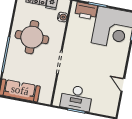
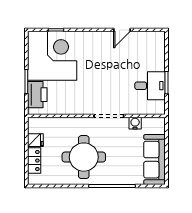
water cooler: (62, 17) -> (135, 123), moved
desk: (76, 98) -> (150, 86), width x0.73

